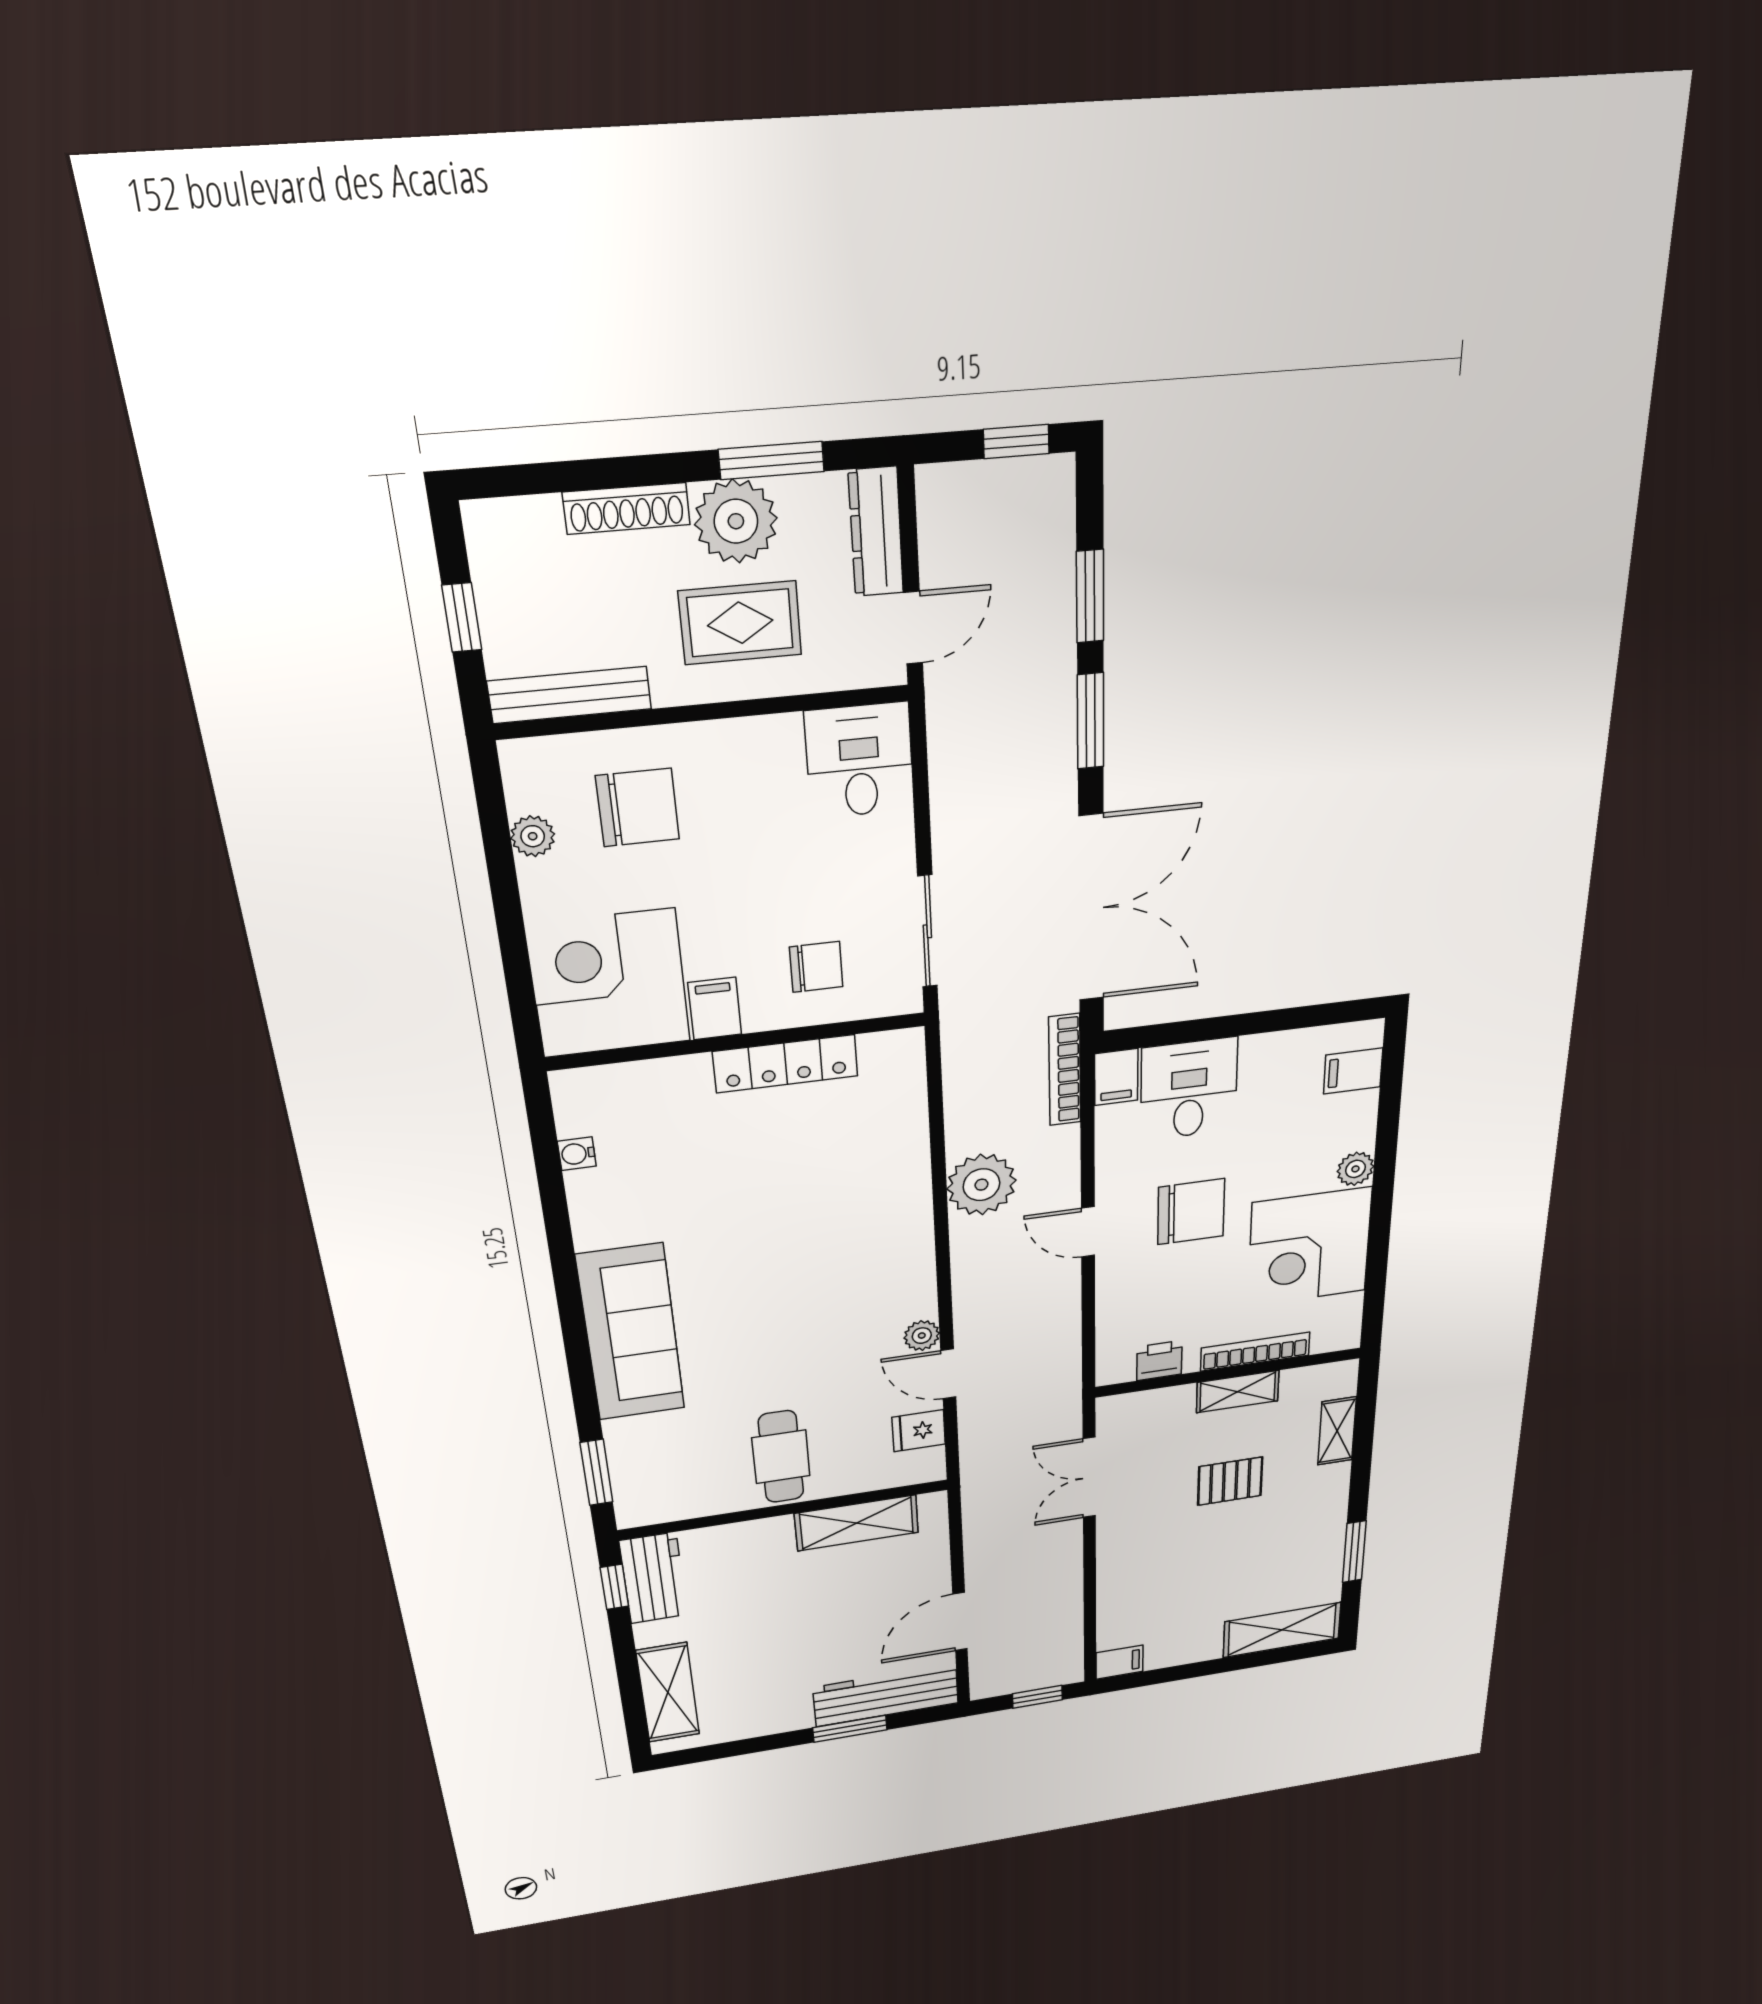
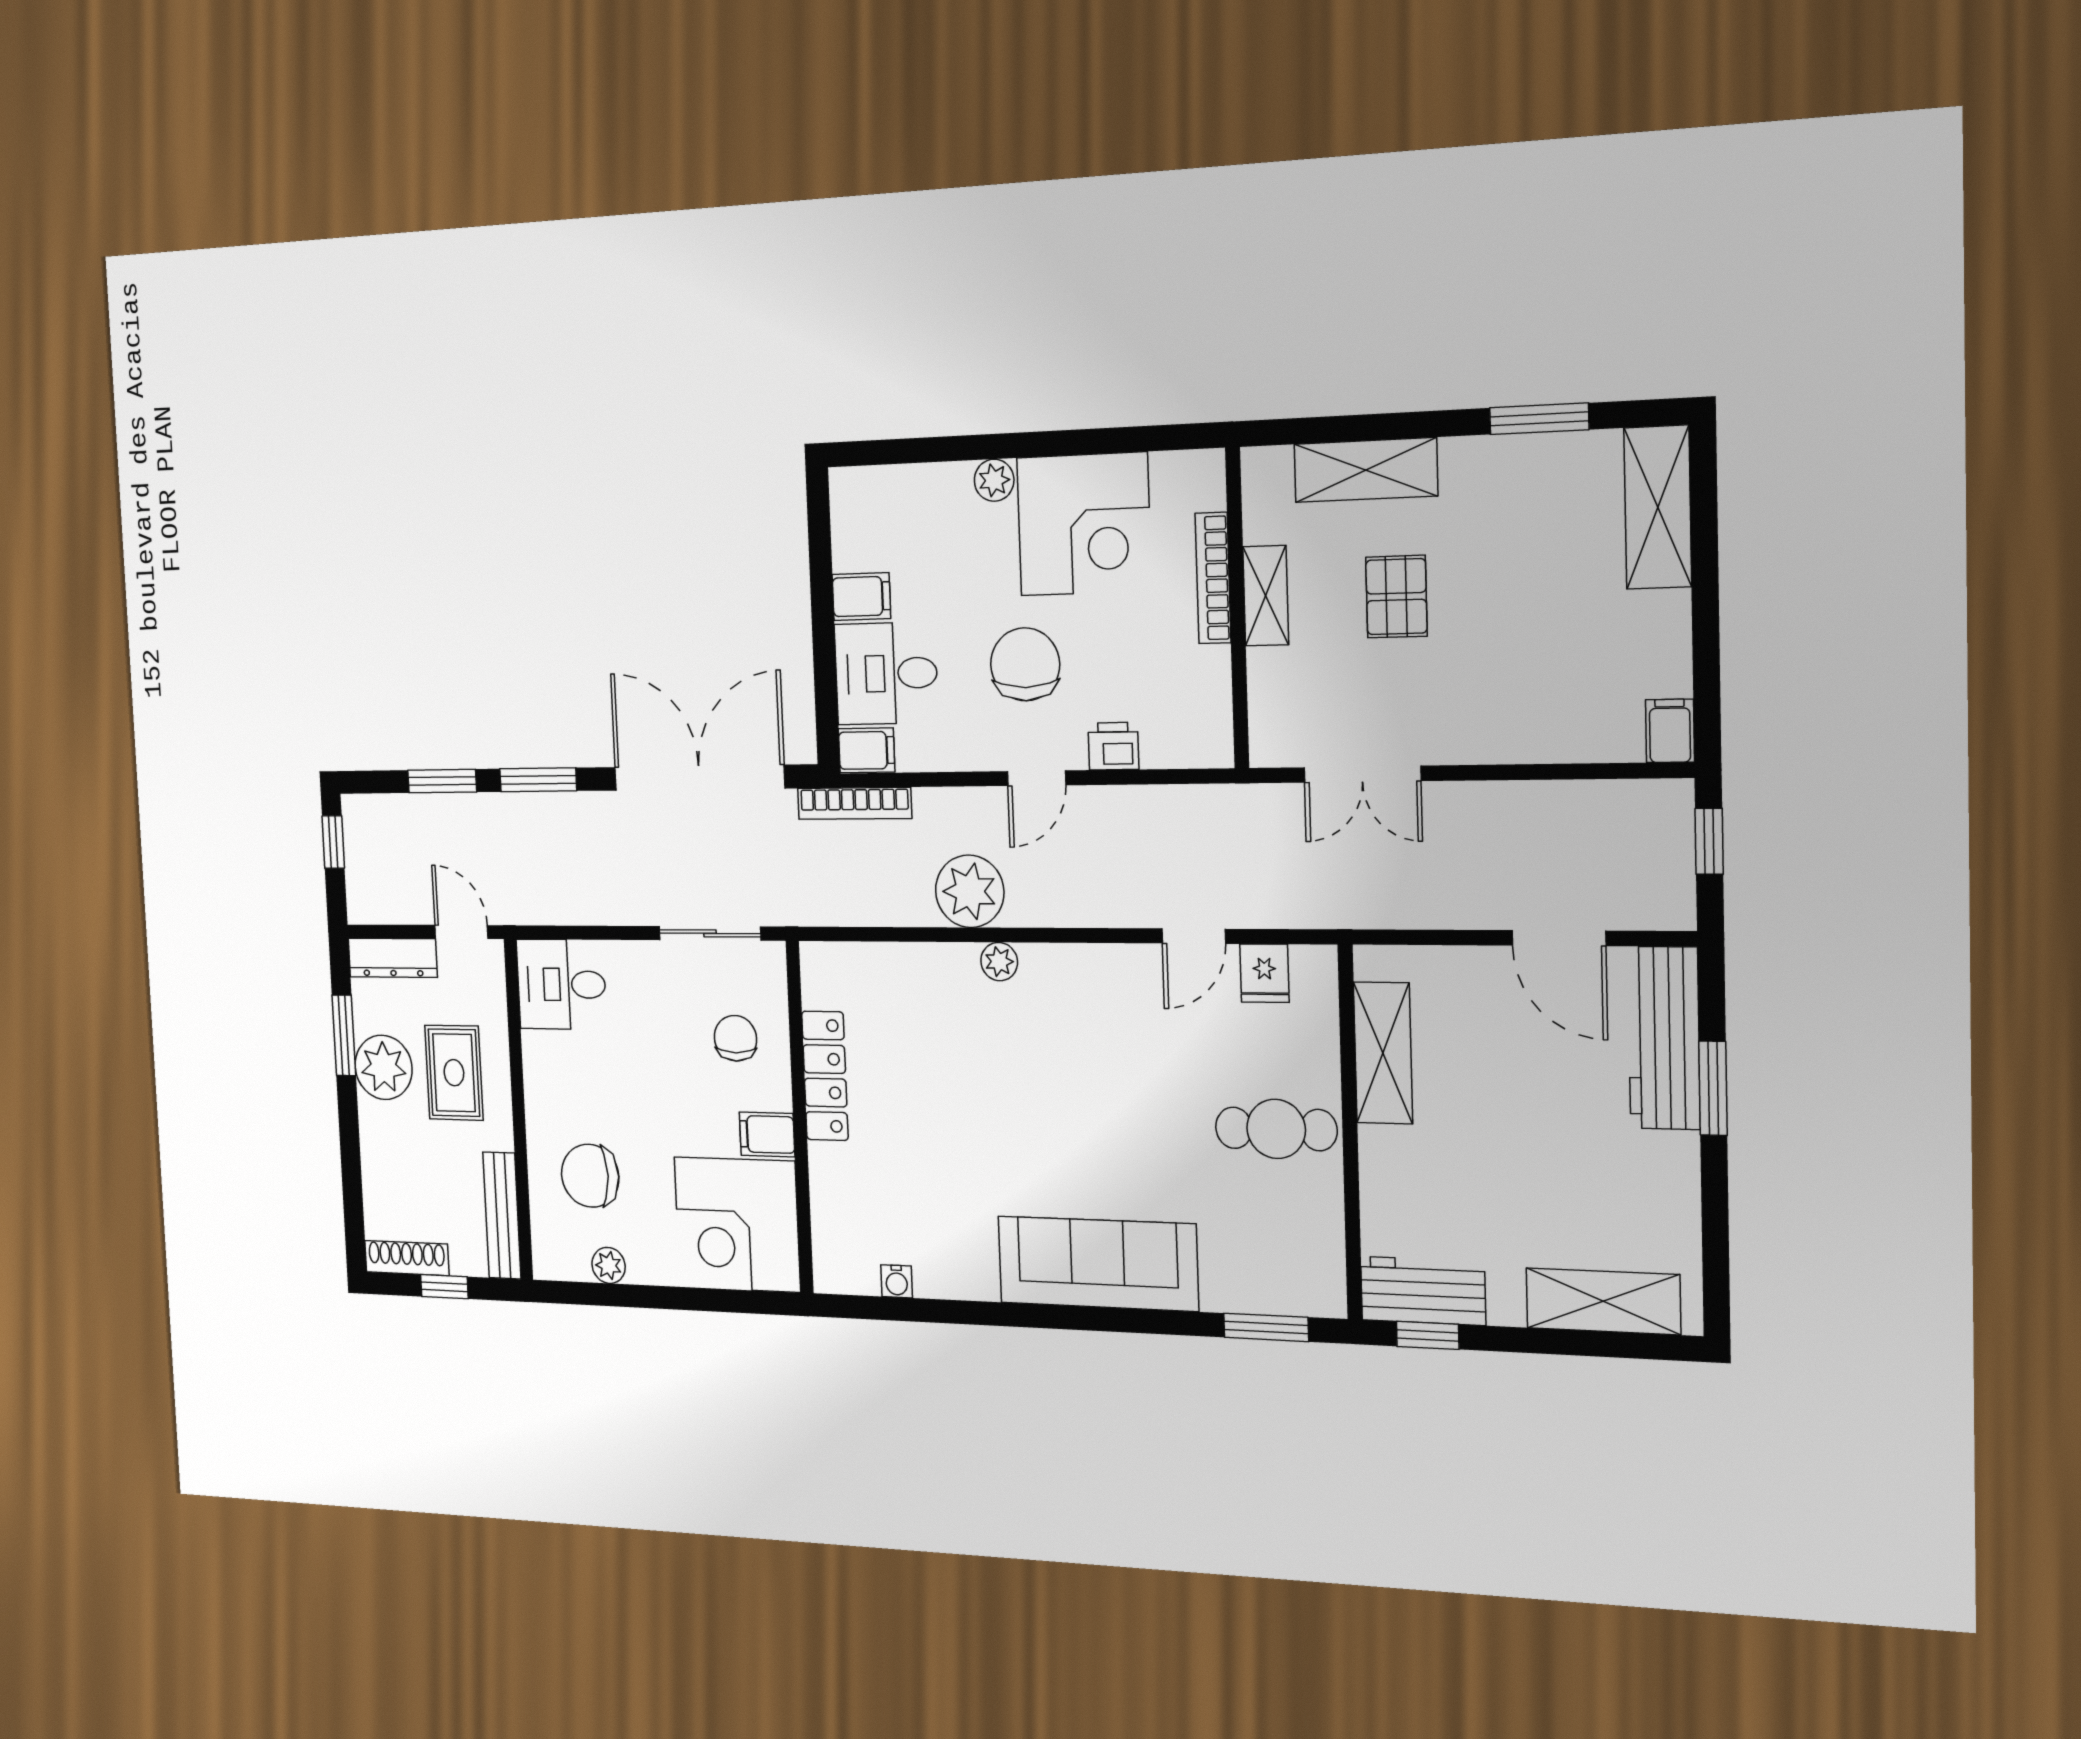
shoe rack: (626, 508) -> (407, 1258), moved, turned -90
chair: (638, 808) -> (590, 1176), turned -90
filing cabinet: (1353, 1071) -> (861, 596), moved, turned -90
plant: (922, 1336) -> (999, 962), moved
printer: (1159, 1360) -> (1113, 746), moved, turned 90
shelving: (1337, 1431) -> (1366, 470), width x1.50, depth x1.33

